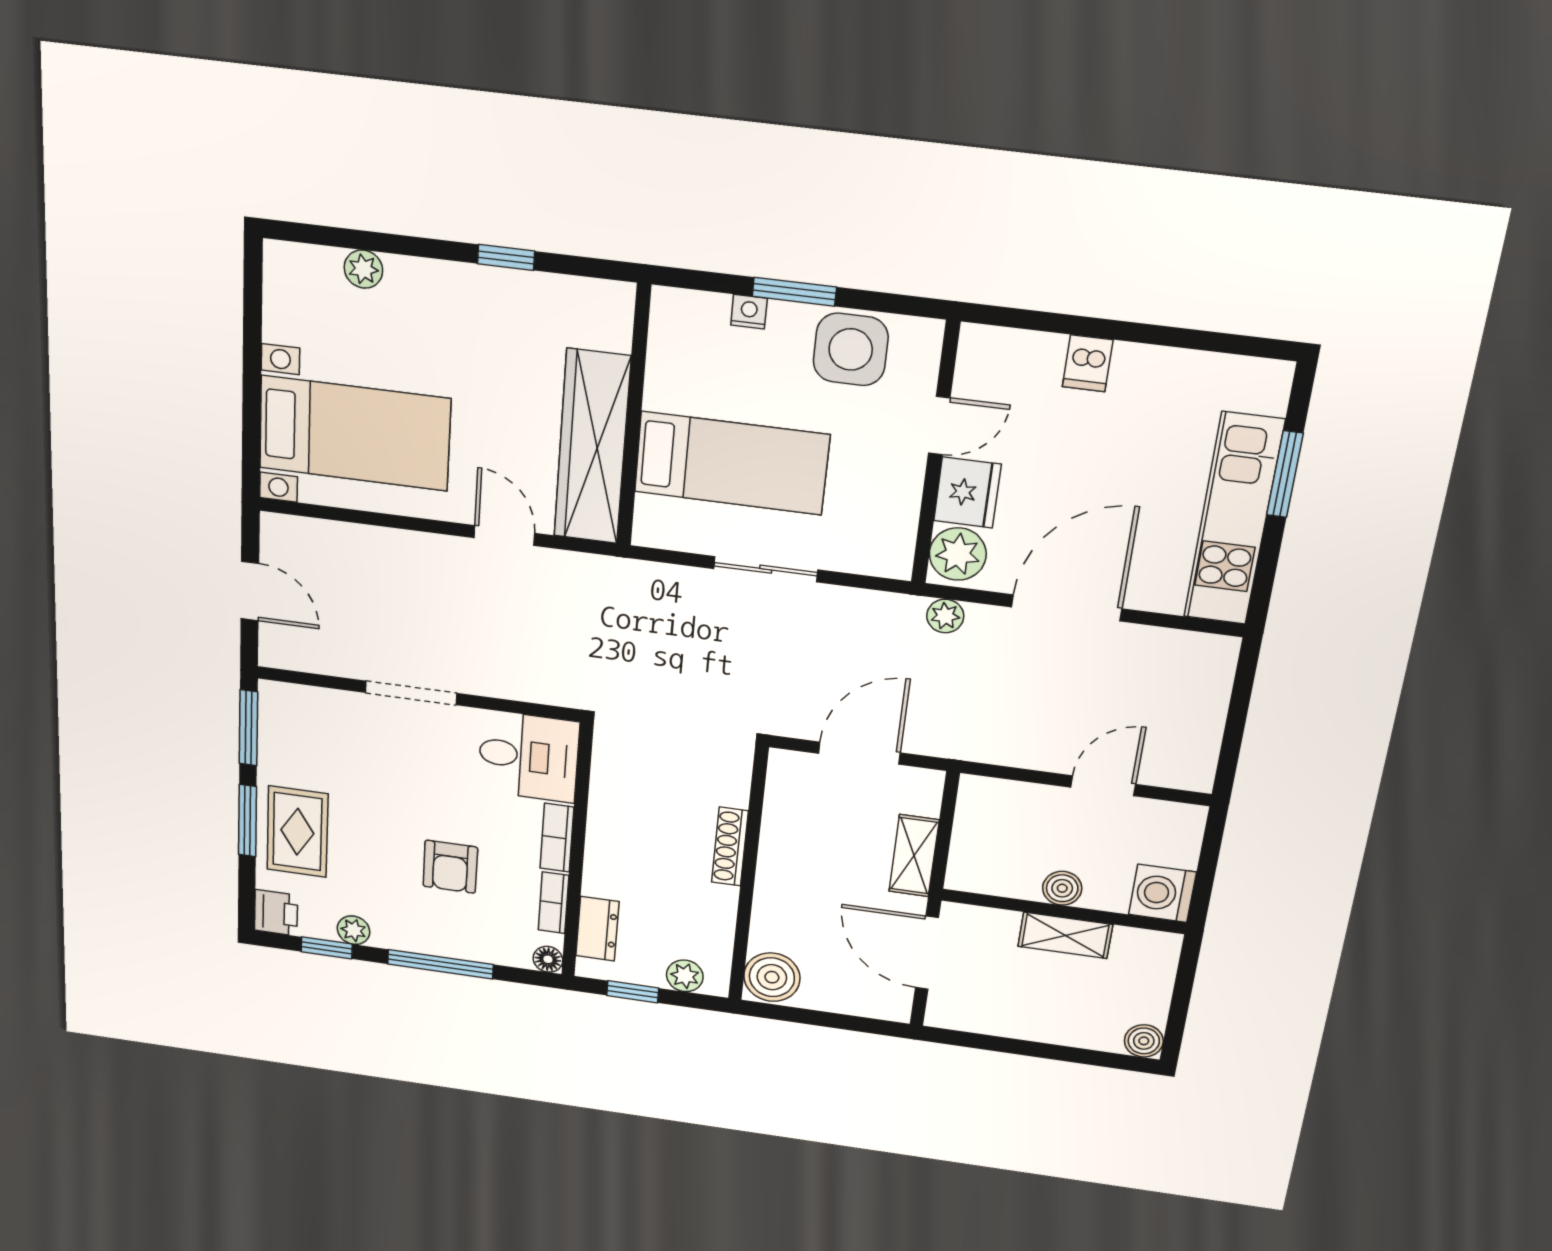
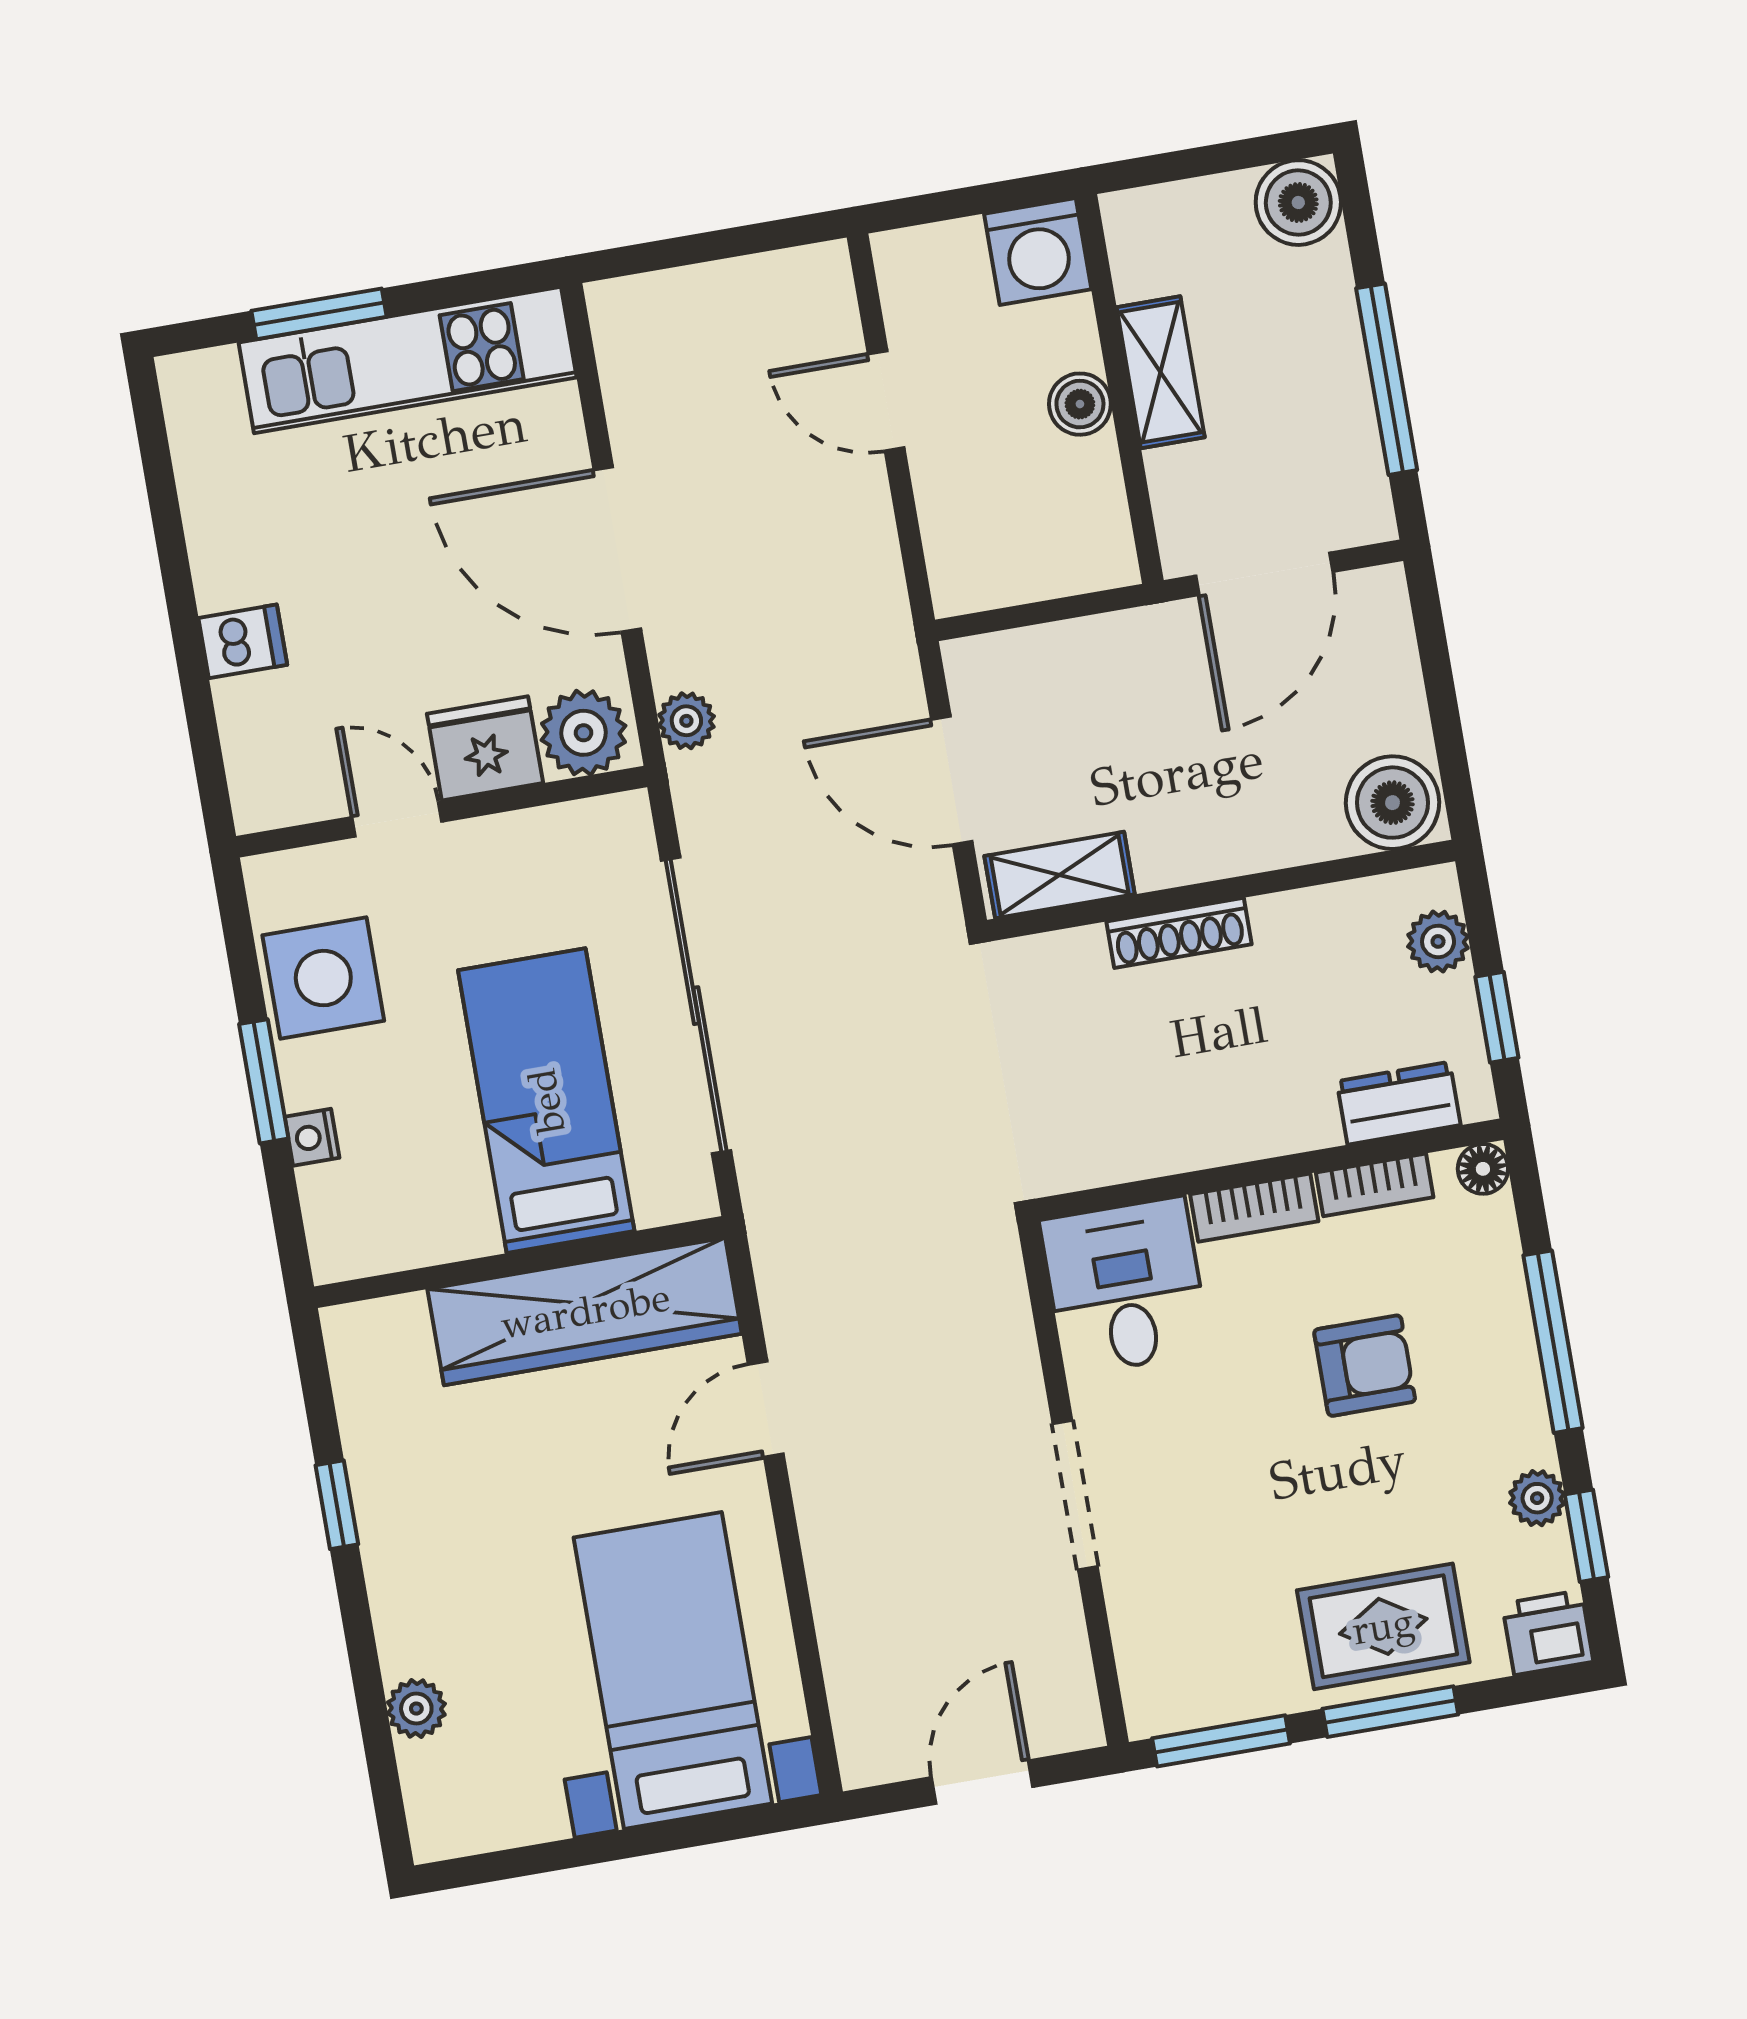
sliding door: (766, 569) -> (696, 1006), width x1.86
shelving: (914, 856) -> (1060, 875), moved
boiler: (1144, 1041) -> (1298, 203), width x1.36, depth x1.36
window: (1018, 1047) -> (1387, 379), added

